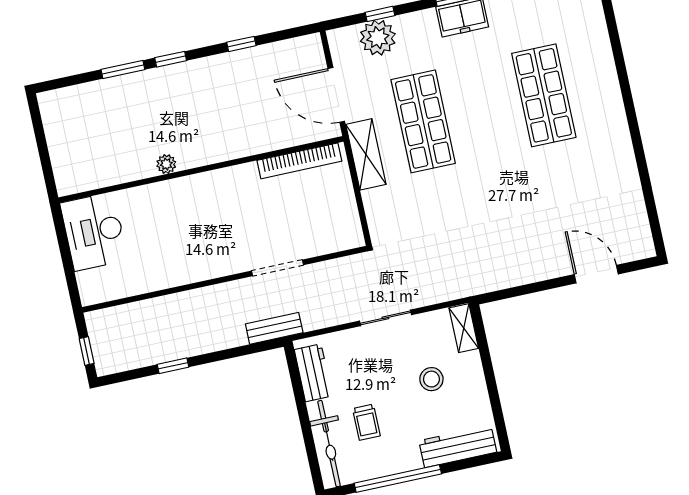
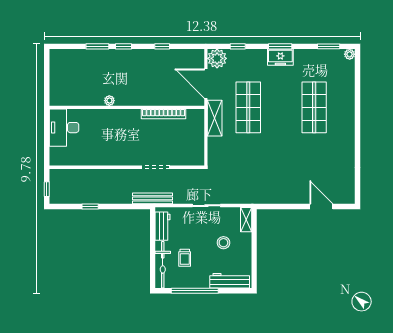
plant: (378, 38) -> (217, 58), moved
bookcase: (299, 161) -> (164, 114), moved
bench: (274, 328) -> (152, 198), width x1.36

